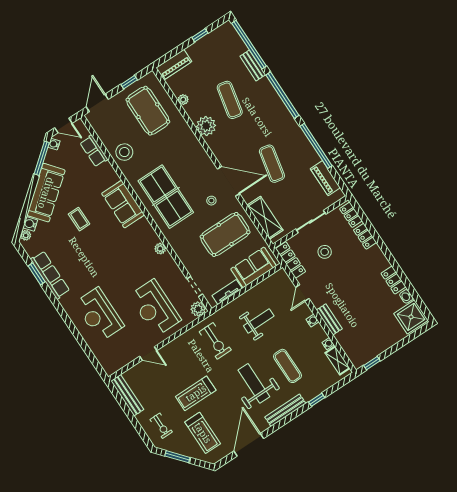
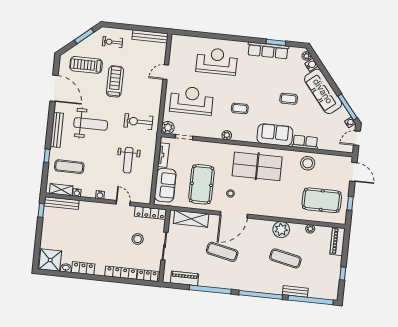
row of seats: (94, 151) -> (305, 142), moved
locker: (365, 236) -> (121, 273), width x1.53
coffee table: (125, 257) -> (240, 108), added
bench: (329, 319) -> (62, 203), moved, width x1.36
exercise mat: (288, 366) -> (69, 167), moved

